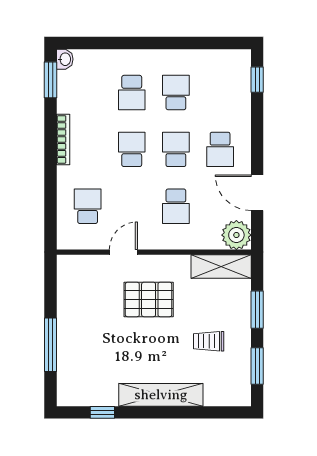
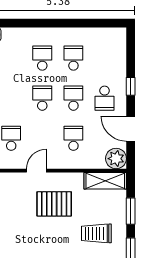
window: (257, 80) -> (131, 86), moved
school desk: (132, 93) -> (42, 58), turned 180
school desk: (176, 206) -> (73, 138), turned 180
trolley: (209, 341) -> (96, 233), width x1.36, depth x1.39

